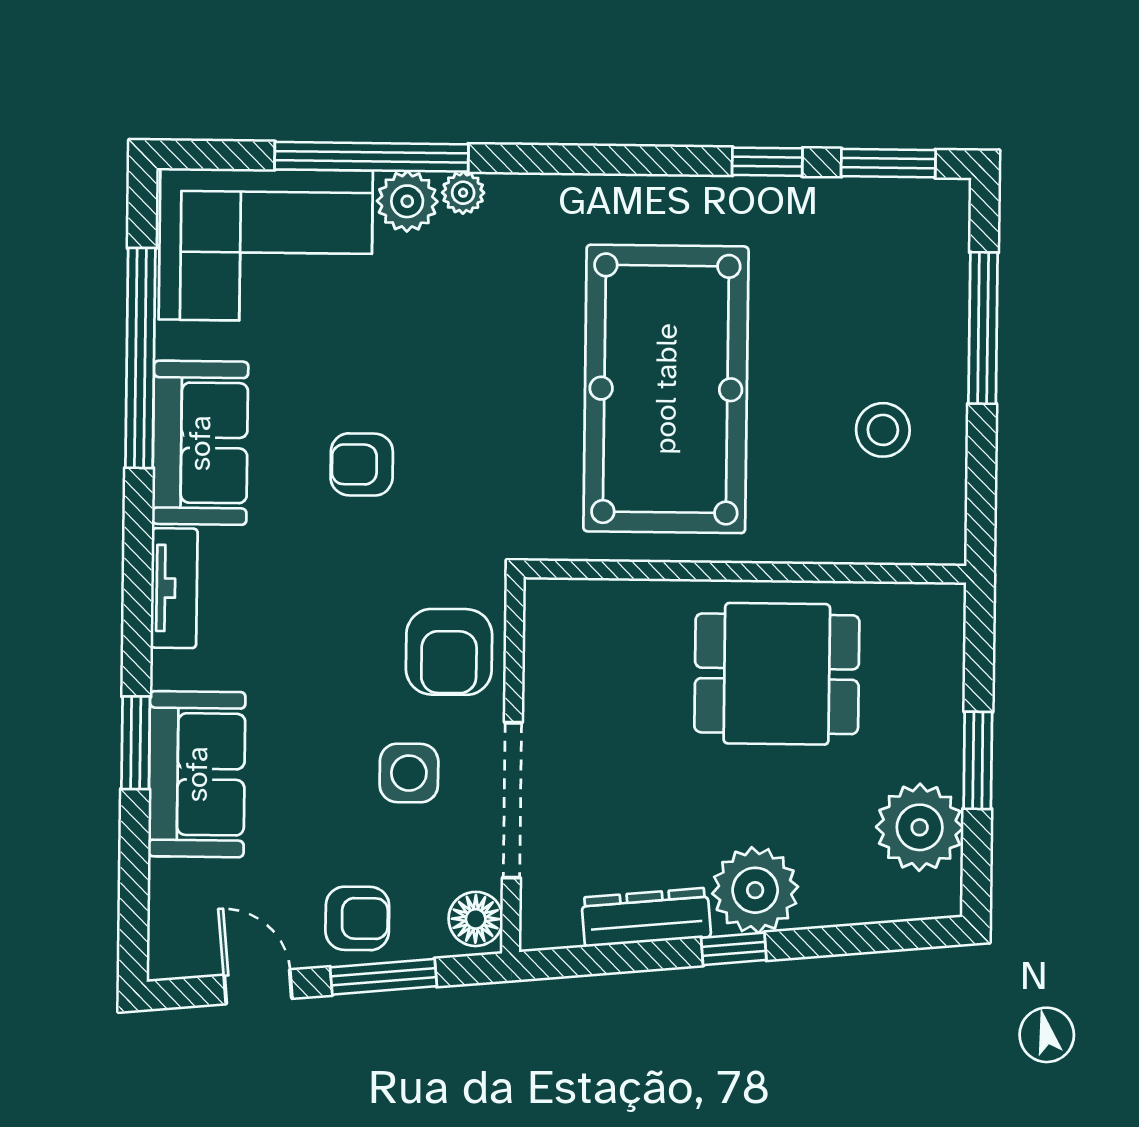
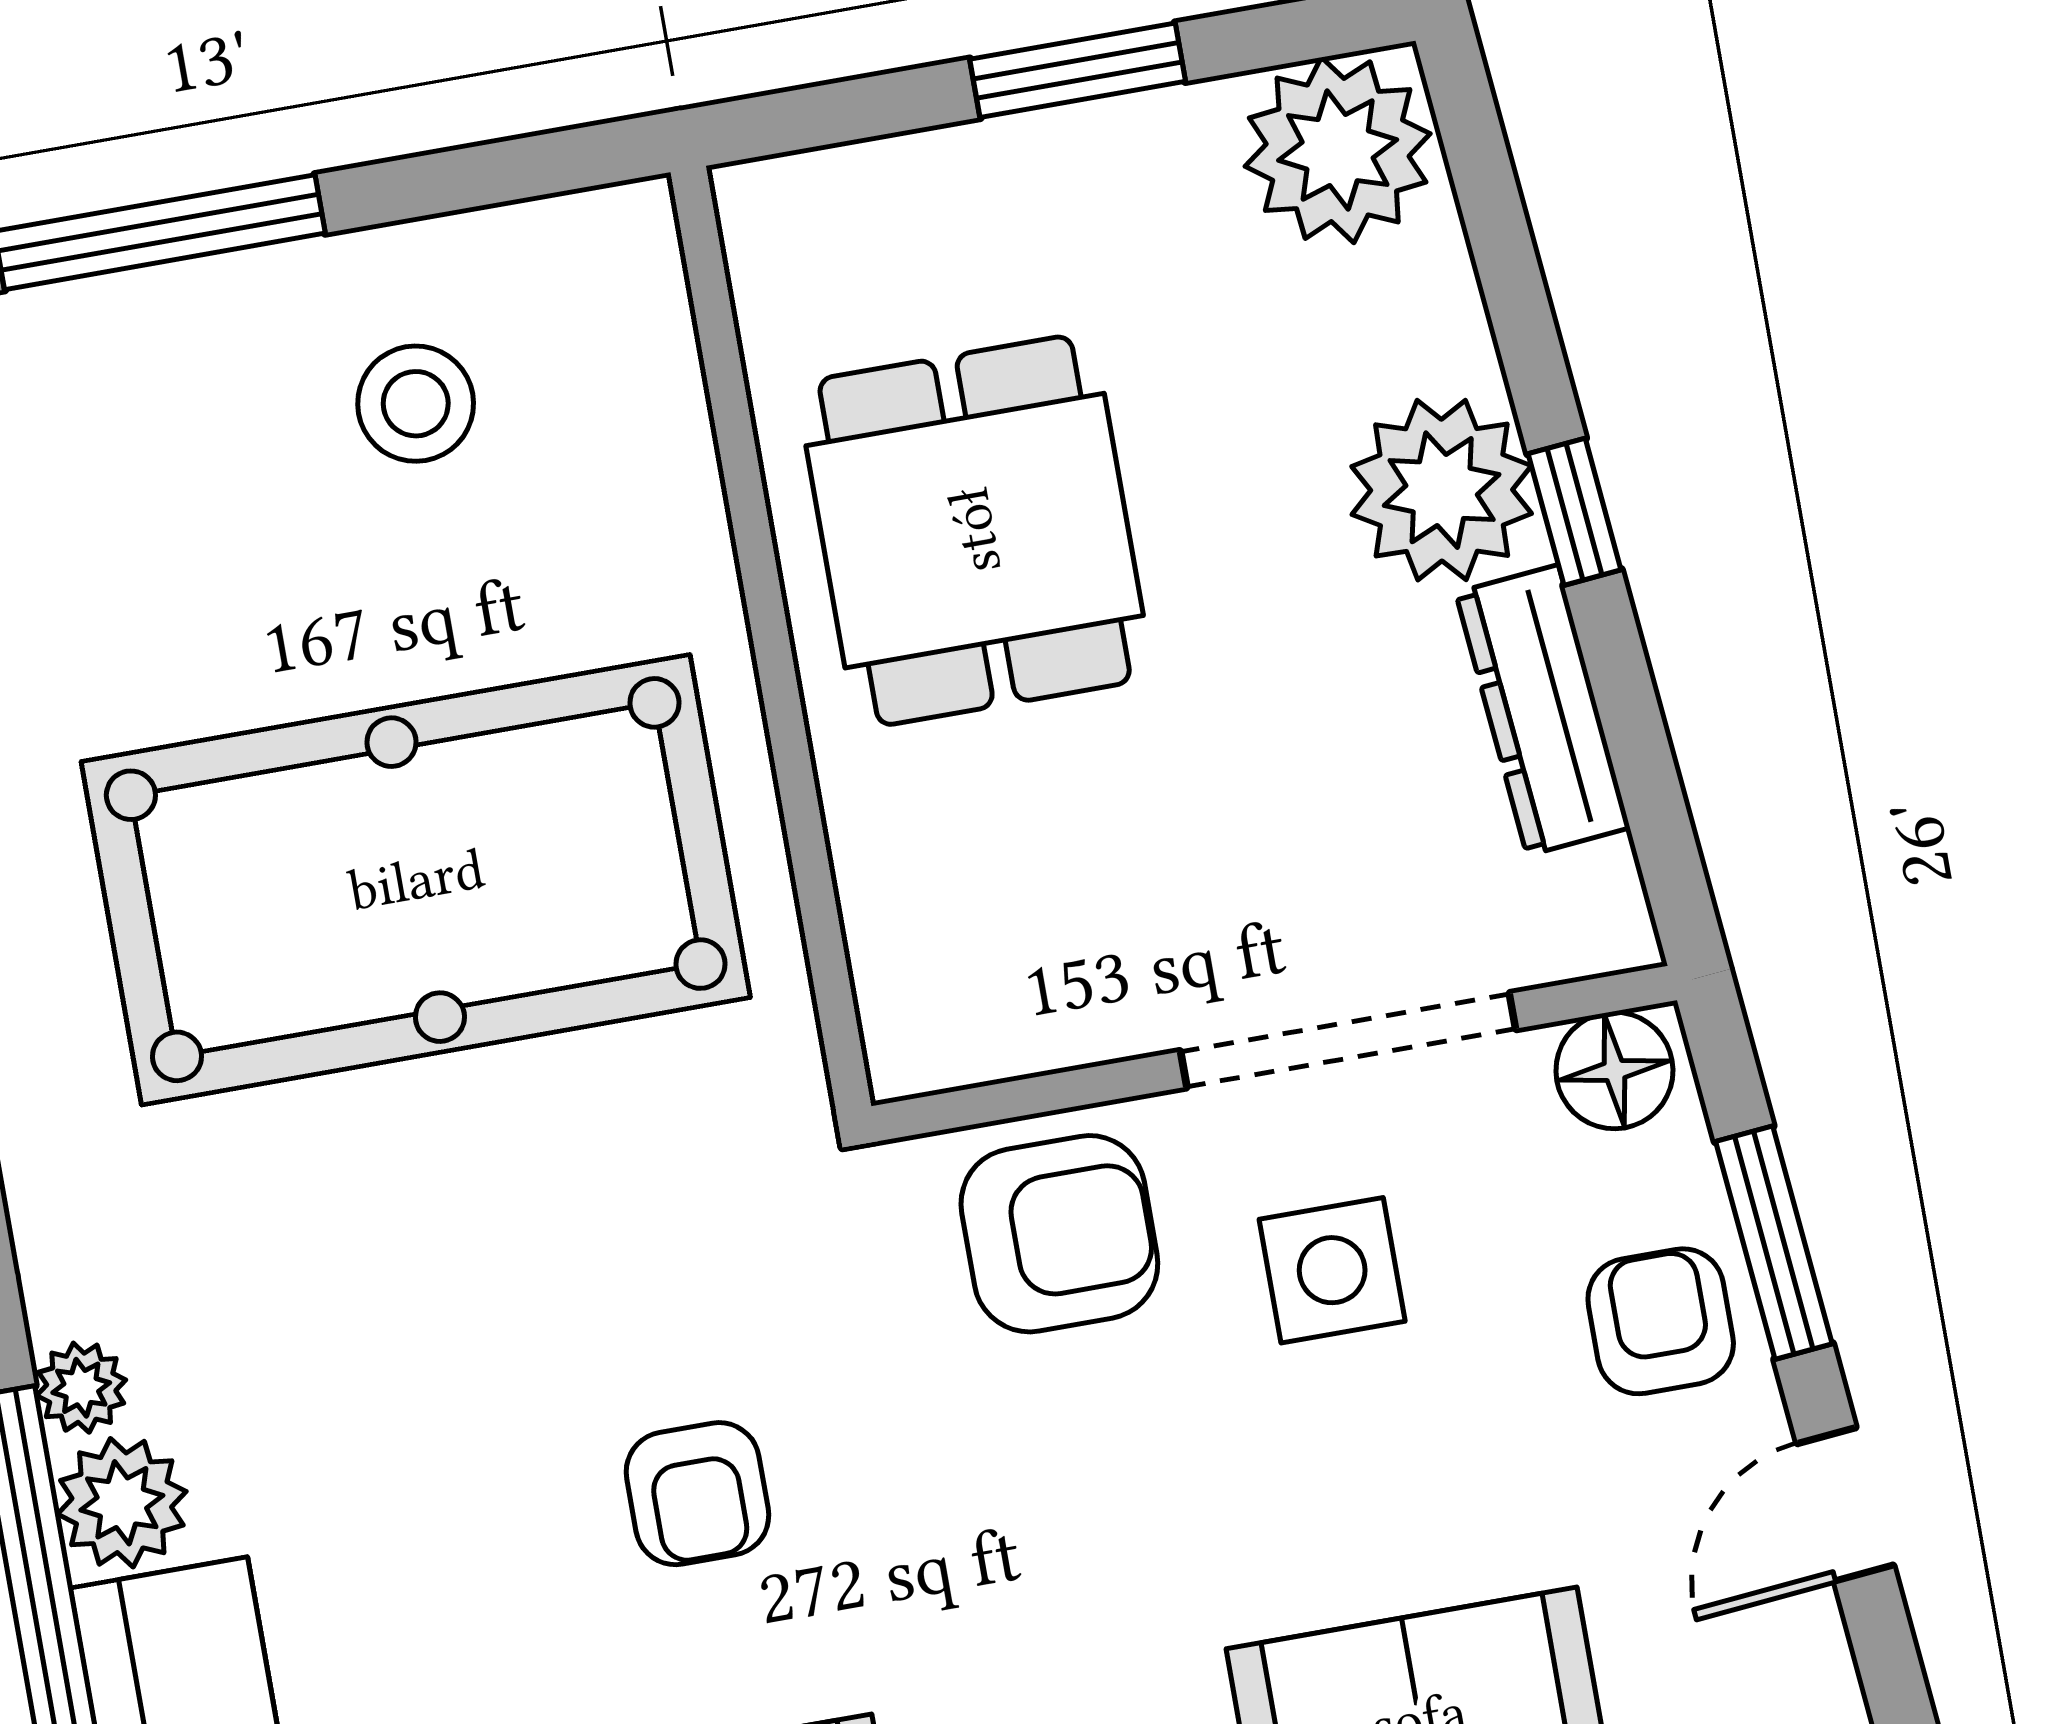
plant: (920, 827) -> (1338, 150), moved

